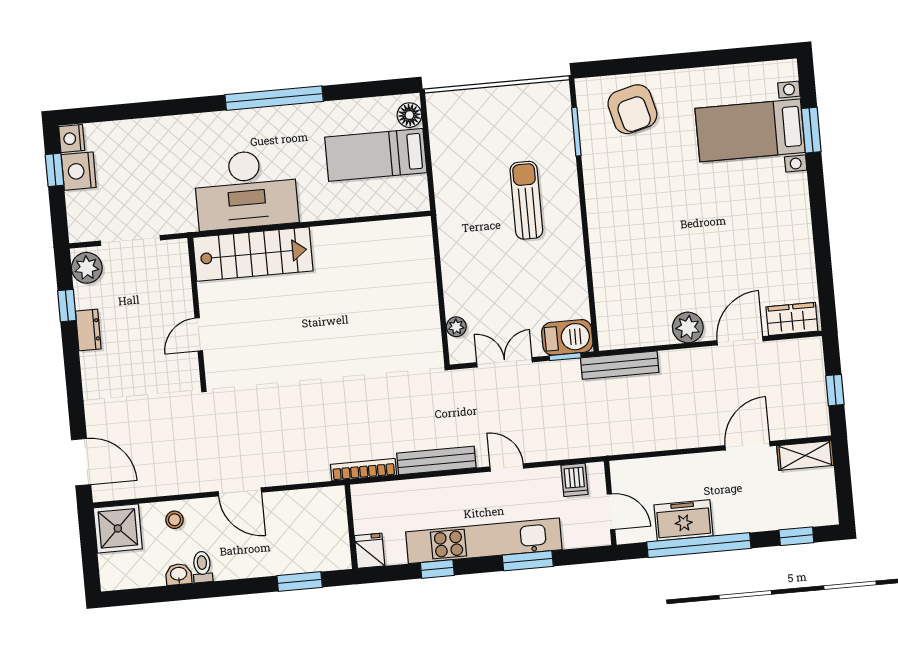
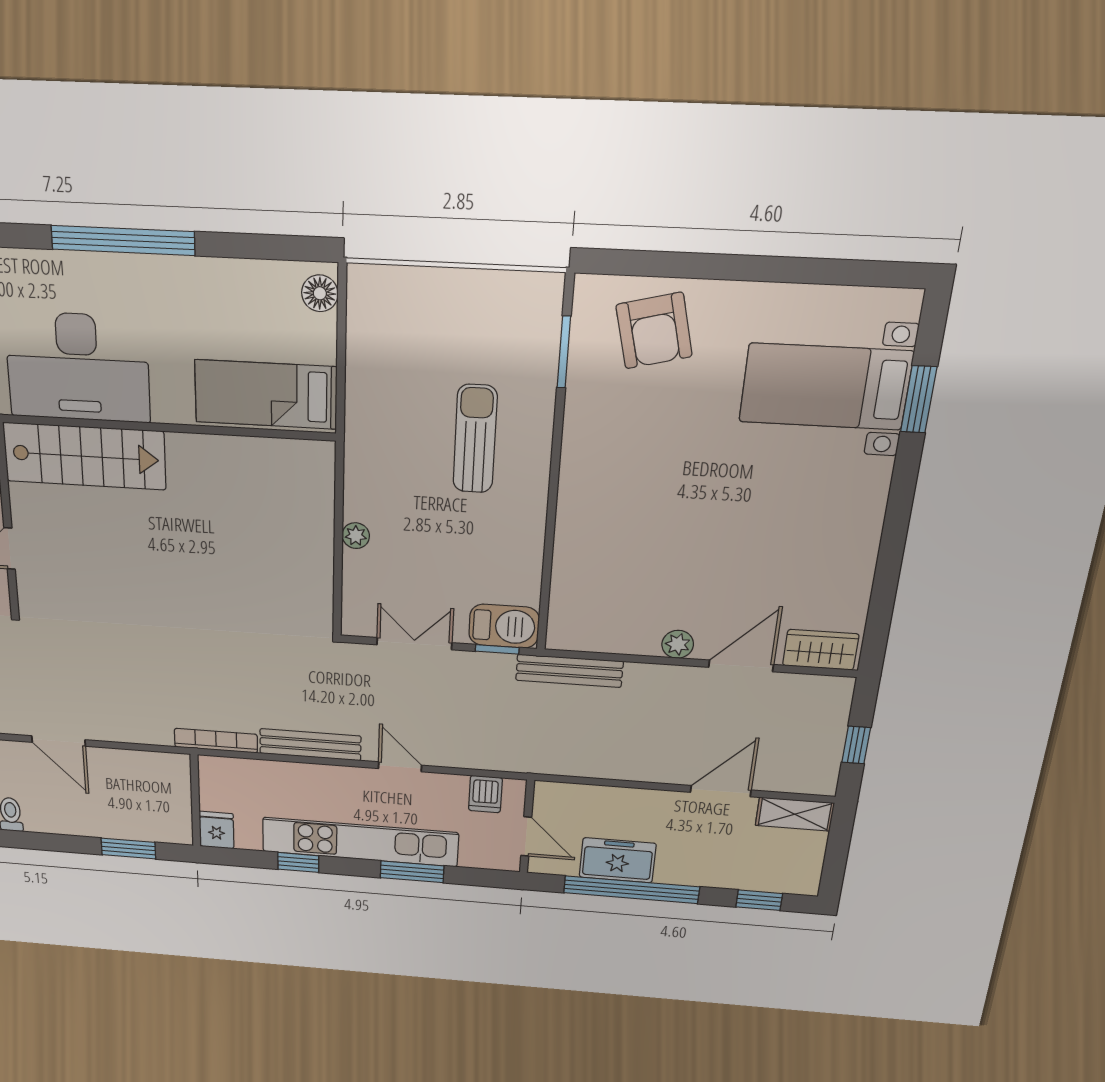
bed: (376, 155) -> (266, 394), moved
plant: (456, 327) -> (356, 536), moved
plant: (688, 327) -> (678, 644), width x0.73, depth x0.73

